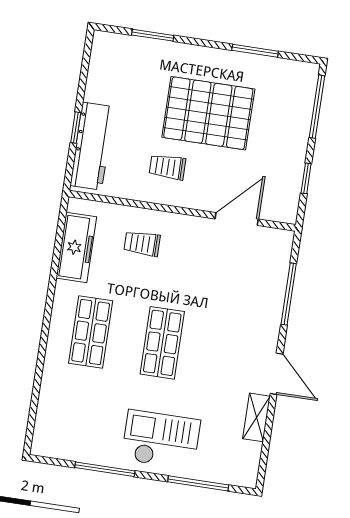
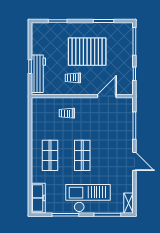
freezer: (76, 247) -> (38, 198), moved
shelving: (256, 417) -> (128, 203), moved
checkout: (161, 440) -> (88, 198), width x1.36, depth x1.21

